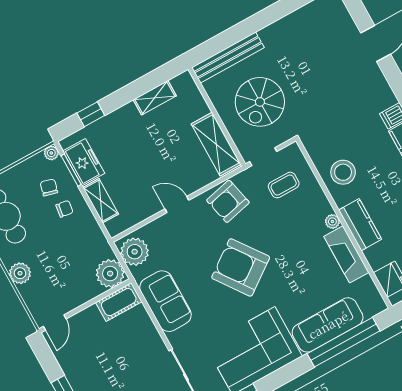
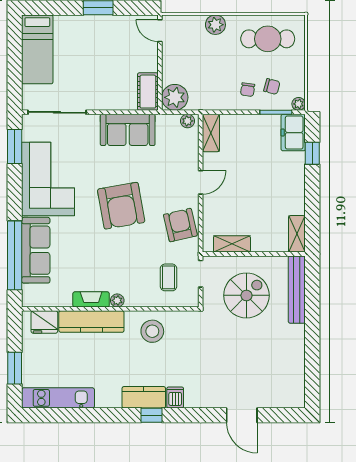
shelving: (155, 98) -> (297, 234), moved
spiral stairs: (260, 102) -> (246, 295), turned 90
shelving: (216, 144) -> (232, 244), width x0.67, depth x0.75
freezer: (84, 162) -> (293, 133), moved, turned 90
shelving: (101, 201) -> (211, 133), moved, turned 90
kitchen counter: (360, 225) -> (91, 322), width x1.50
plant: (135, 252) -> (188, 121), width x0.53, depth x0.53
fireplace: (346, 254) -> (91, 299), width x0.73, depth x0.76
armchair: (241, 267) -> (121, 206), turned 116

